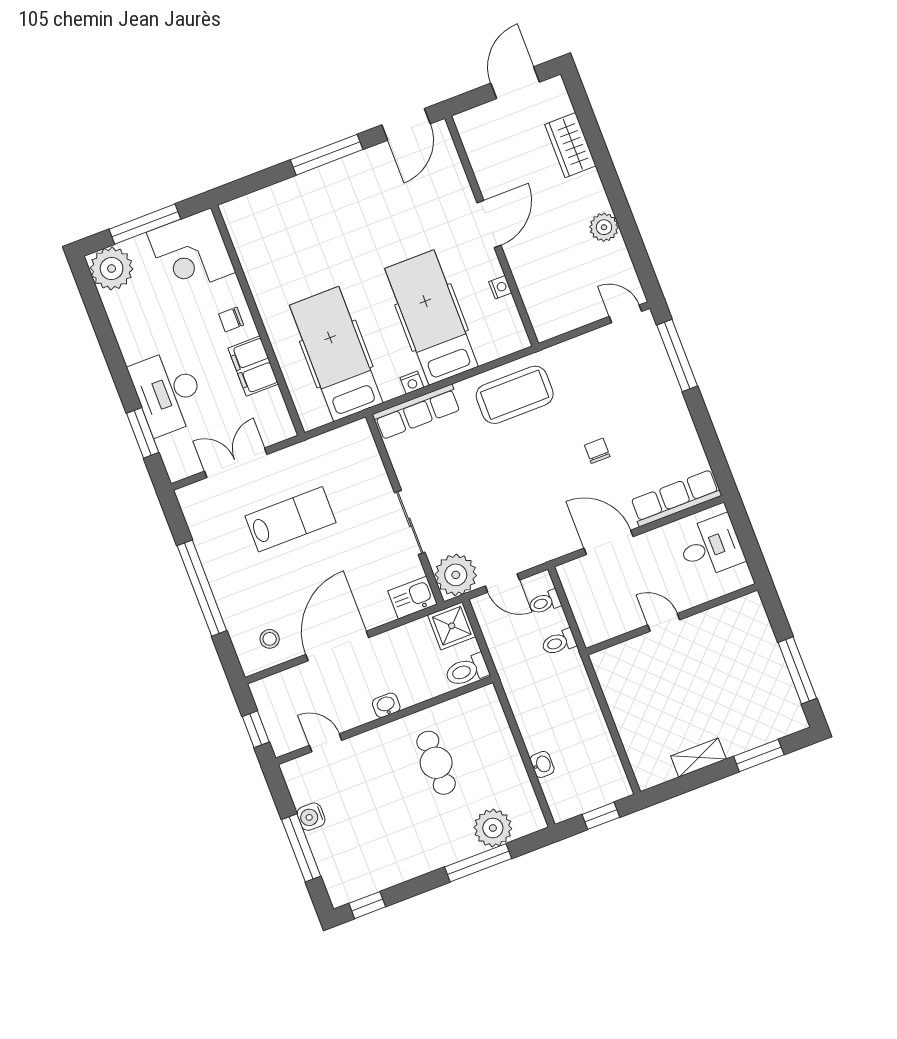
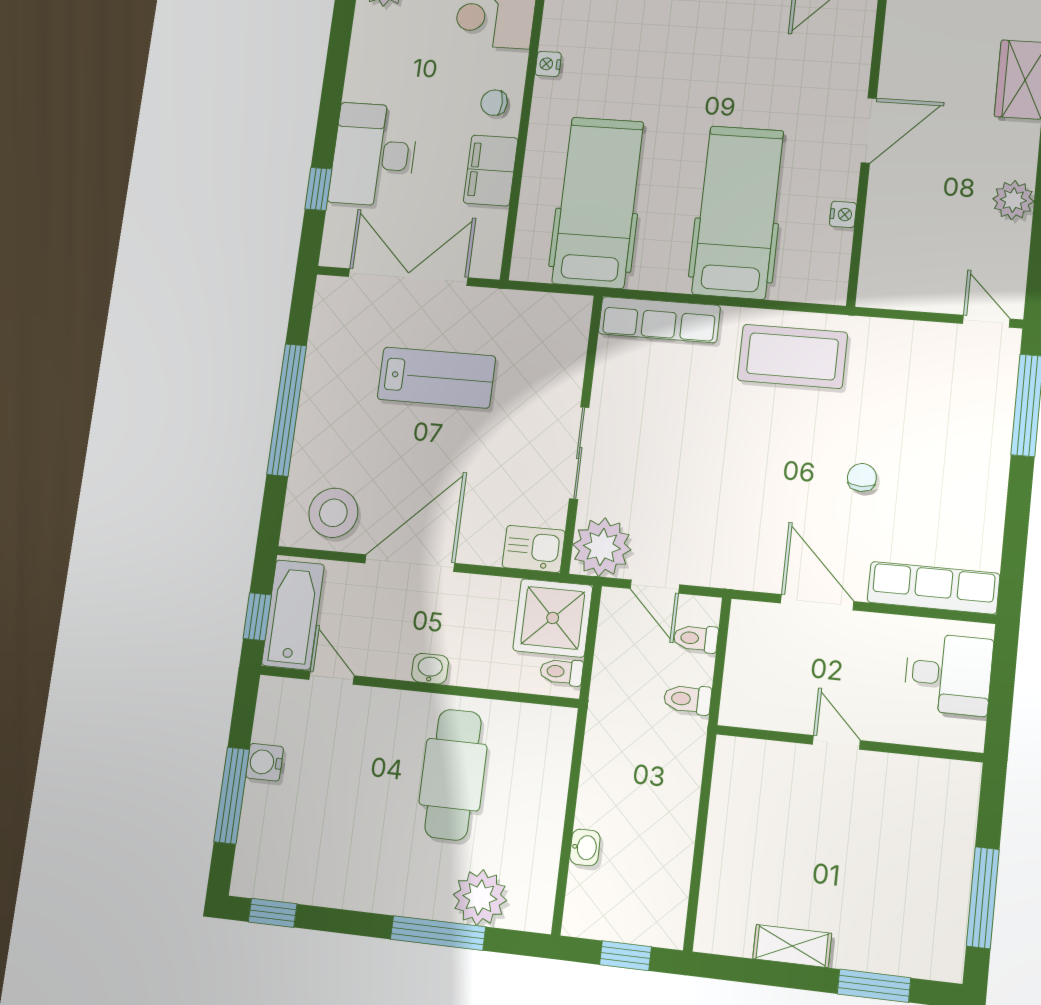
nightstand: (412, 383) -> (548, 64), moved, turned 90
window: (143, 433) -> (318, 189), width x0.67
double door: (236, 463) -> (408, 277), width x1.37
shower: (452, 626) -> (553, 618), width x1.36, depth x1.36
stool: (270, 639) -> (333, 513), width x1.89, depth x1.89
toilet: (467, 670) -> (561, 672), width x0.73, depth x0.72
bathtub: (279, 716) -> (293, 615), added
cafe table: (436, 763) -> (453, 775), width x1.37, depth x1.35

